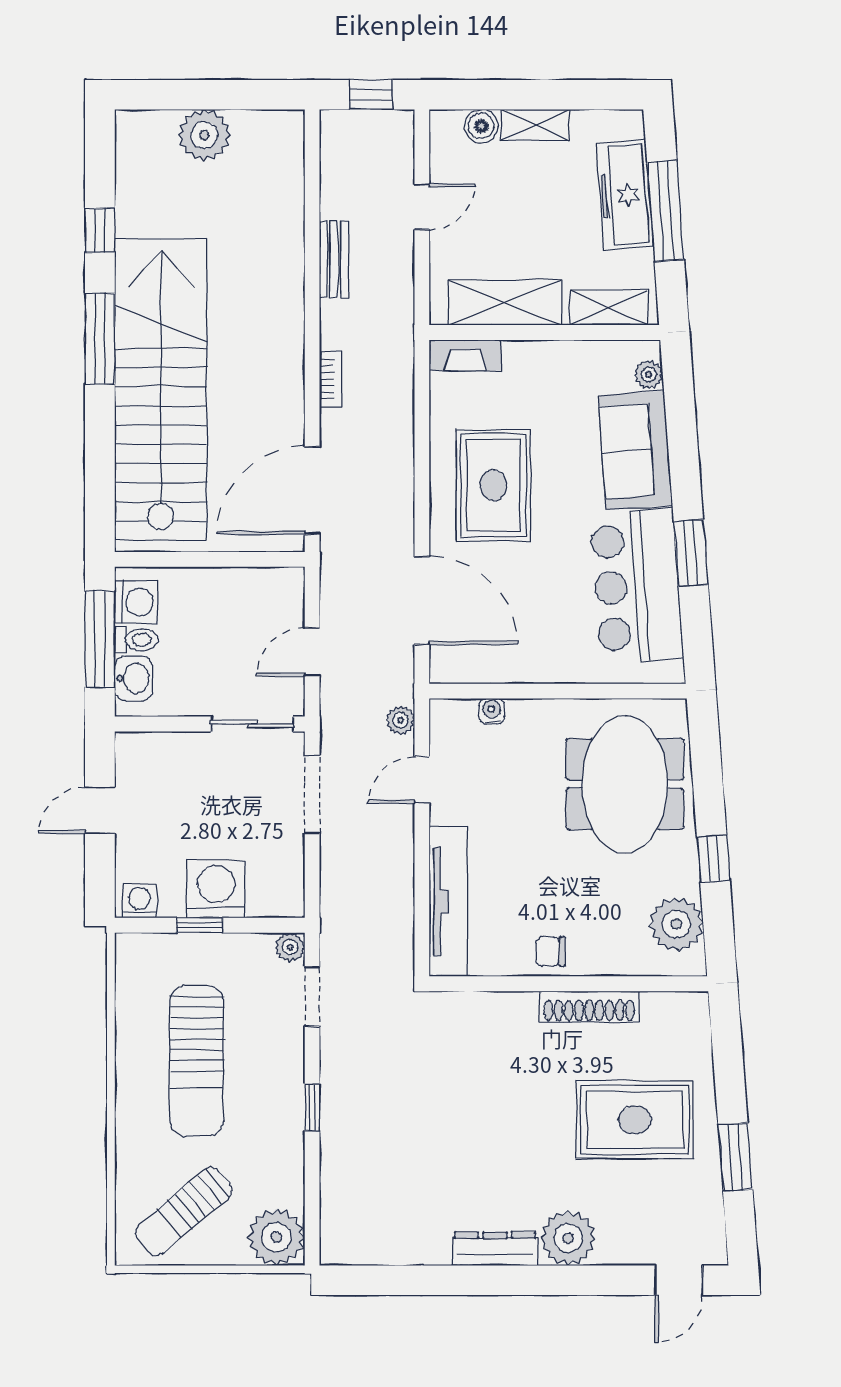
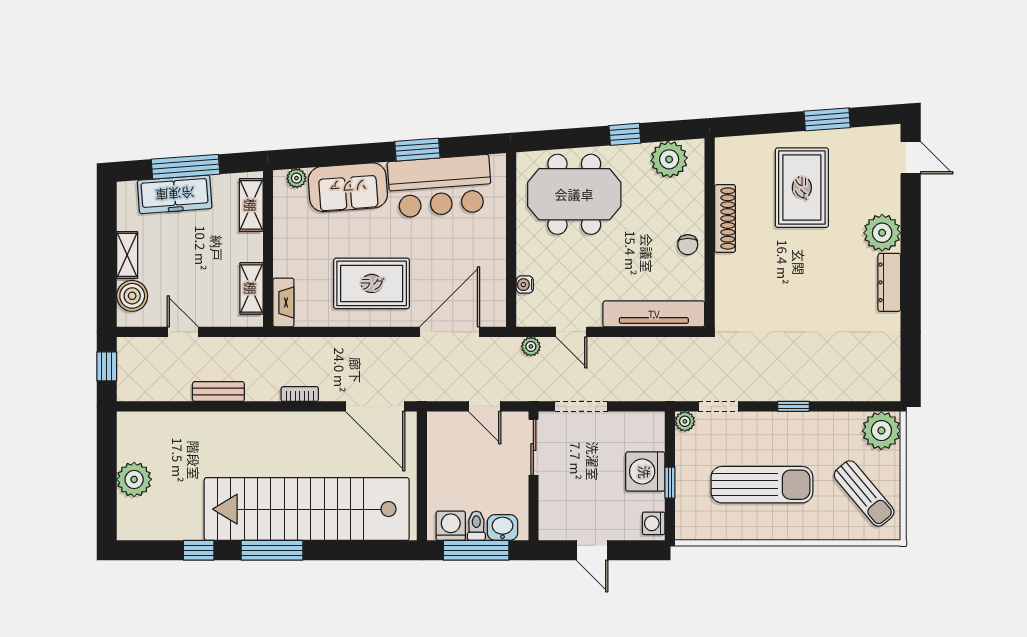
boiler: (481, 126) -> (132, 296), width x1.36, depth x1.36
shelving: (505, 302) -> (251, 288), width x0.67, depth x0.75

